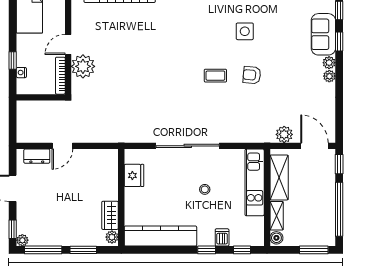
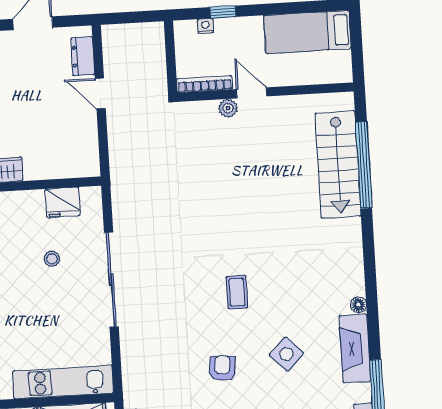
side table: (245, 31) -> (287, 354), turned 45
plant: (83, 66) -> (228, 108), width x0.53, depth x0.53
coffee table: (215, 76) -> (237, 292), moved
stool: (205, 189) -> (52, 259), moved

